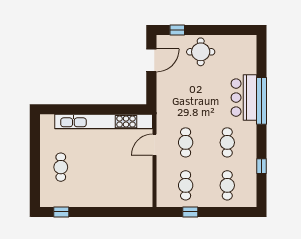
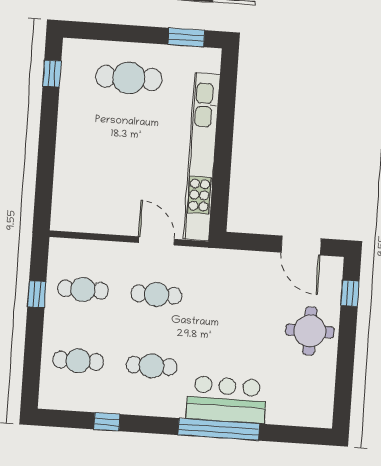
window: (35, 135) -> (186, 37), added
cafe table: (61, 167) -> (129, 78), width x1.37, depth x1.35

